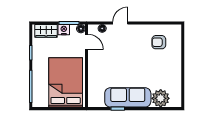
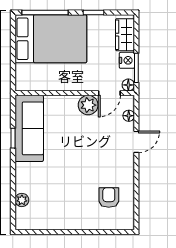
door: (120, 23) -> (136, 142), hinge flipped
plant: (95, 57) -> (88, 105), added
bed: (66, 82) -> (51, 39), moved
sofa: (128, 97) -> (29, 128), moved
plant: (161, 98) -> (22, 200), width x0.53, depth x0.53

